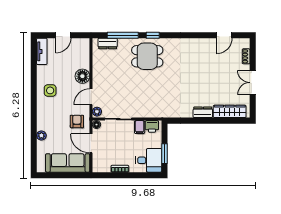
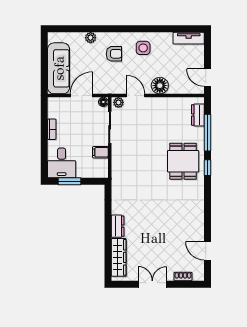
door: (63, 35) -> (208, 78), moved
armchair: (77, 121) -> (114, 54), moved
printer: (152, 126) -> (101, 167), removed

